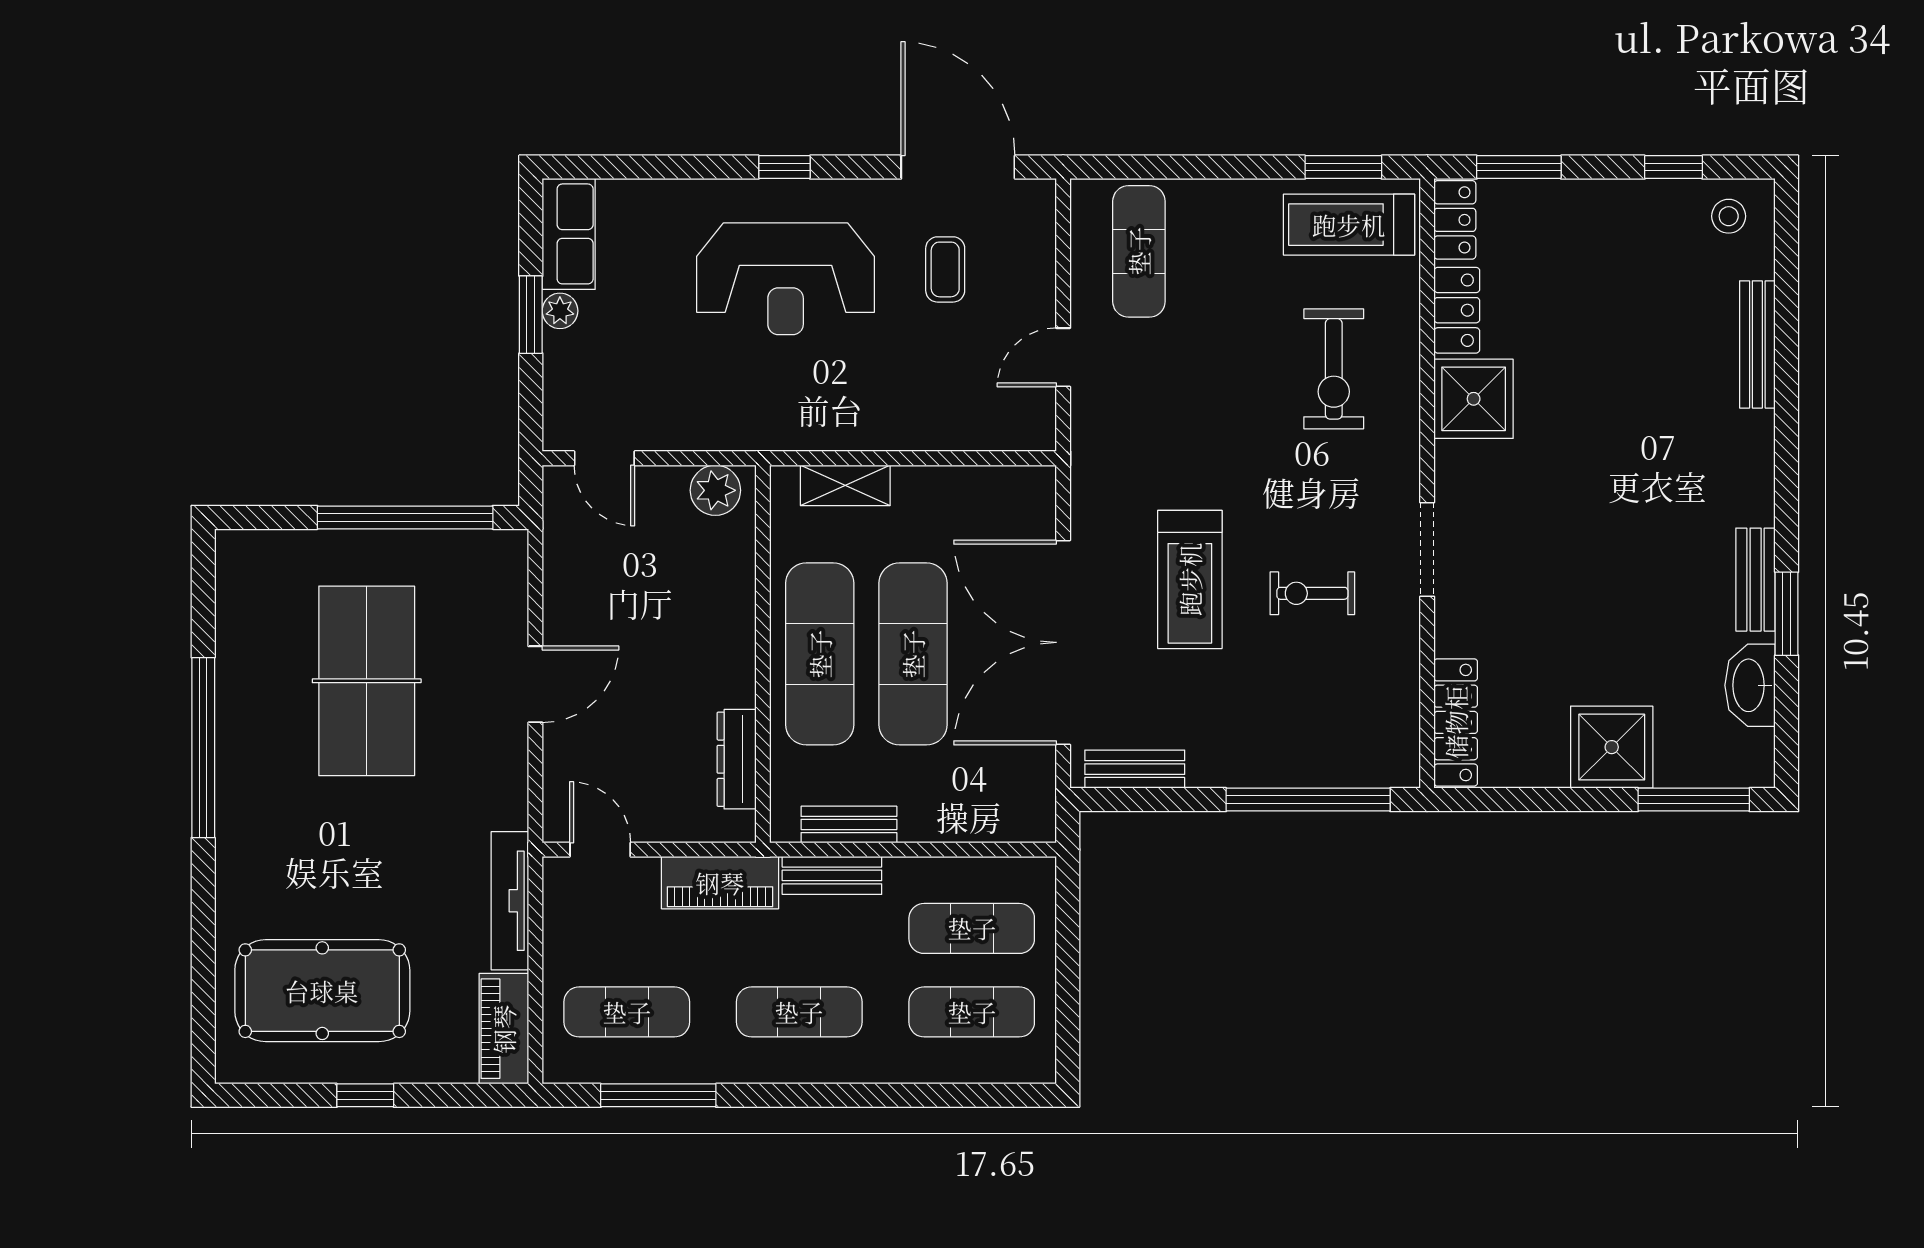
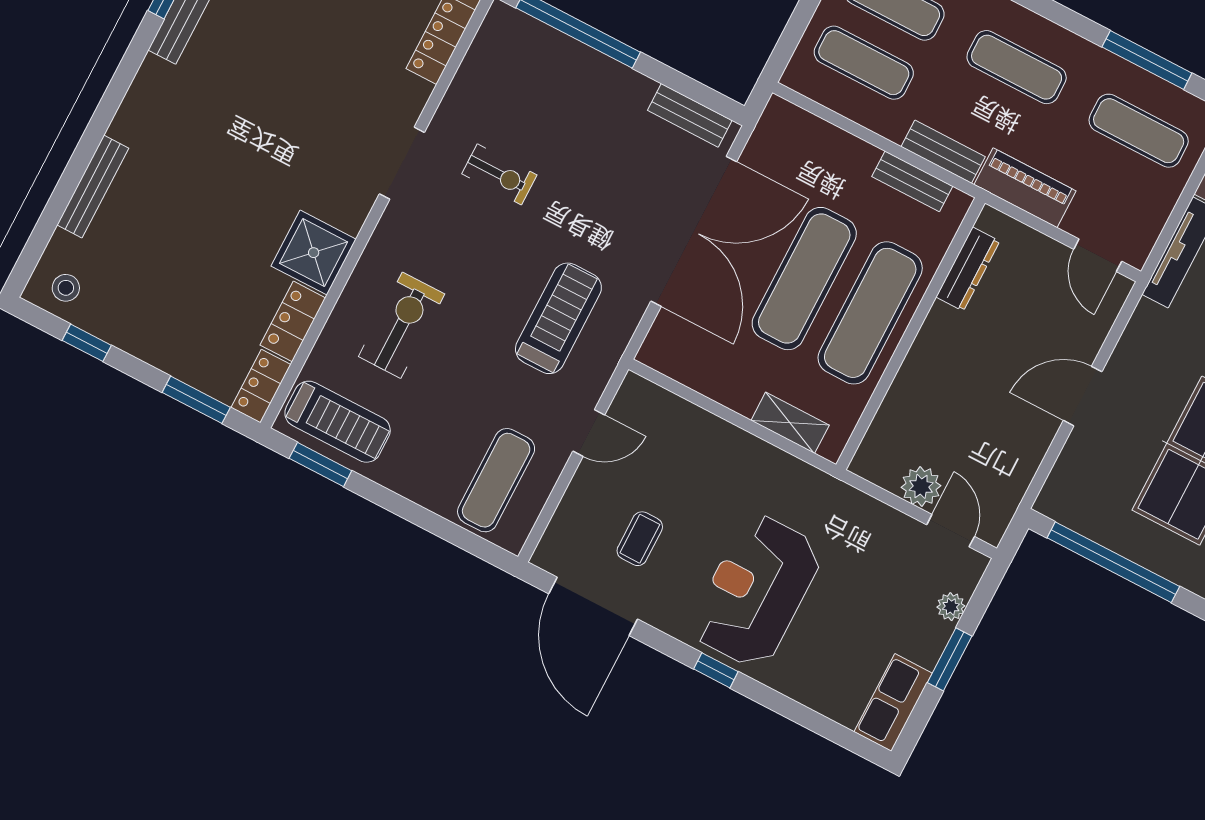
reception desk: (786, 279) -> (756, 591), turned -90
plant: (560, 311) -> (951, 607), moved
plant: (715, 490) -> (921, 486), moved
treadmill: (1190, 579) -> (558, 318), moved

